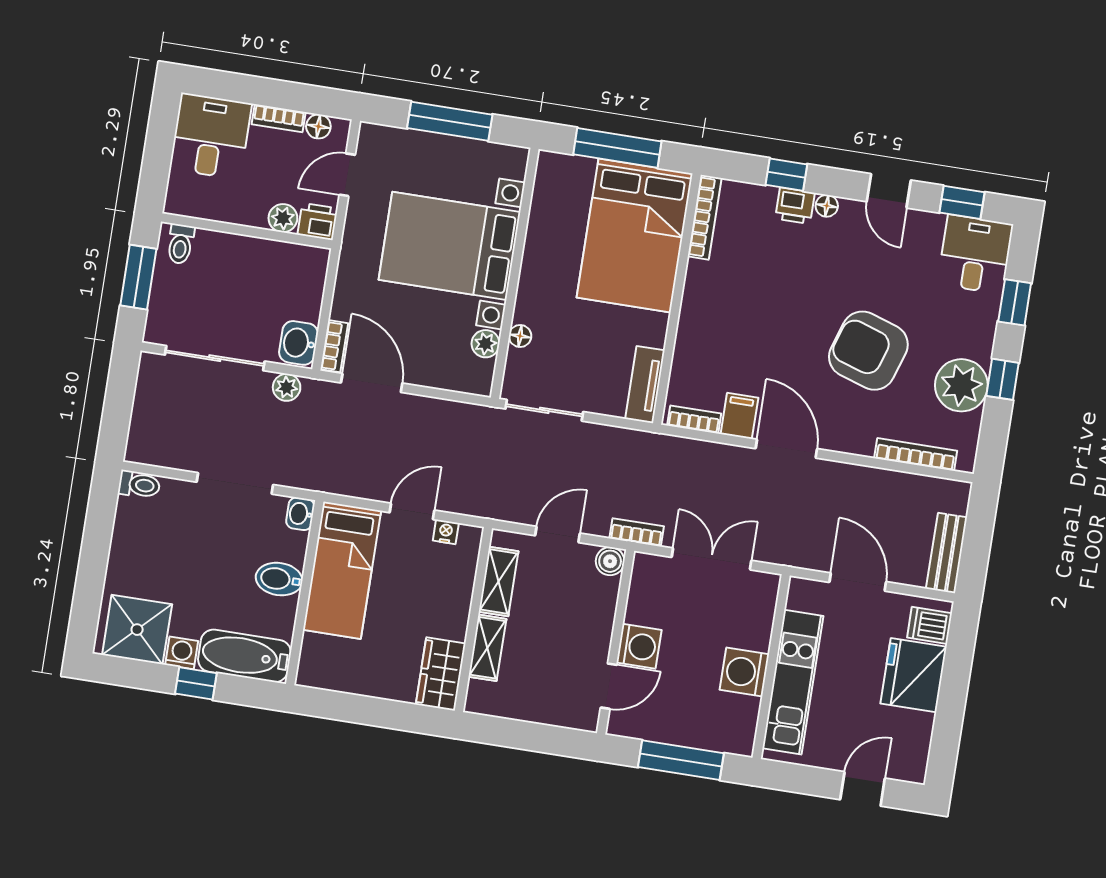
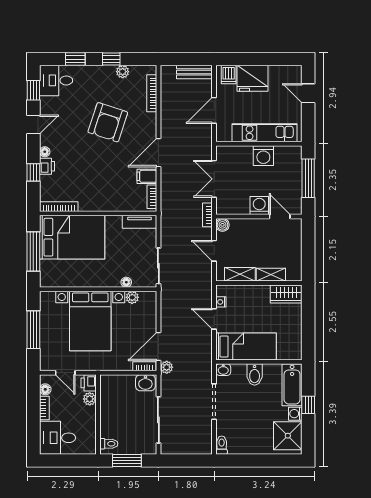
plant: (961, 385) -> (123, 72), width x0.53, depth x0.53
plant: (287, 387) -> (167, 367), moved

